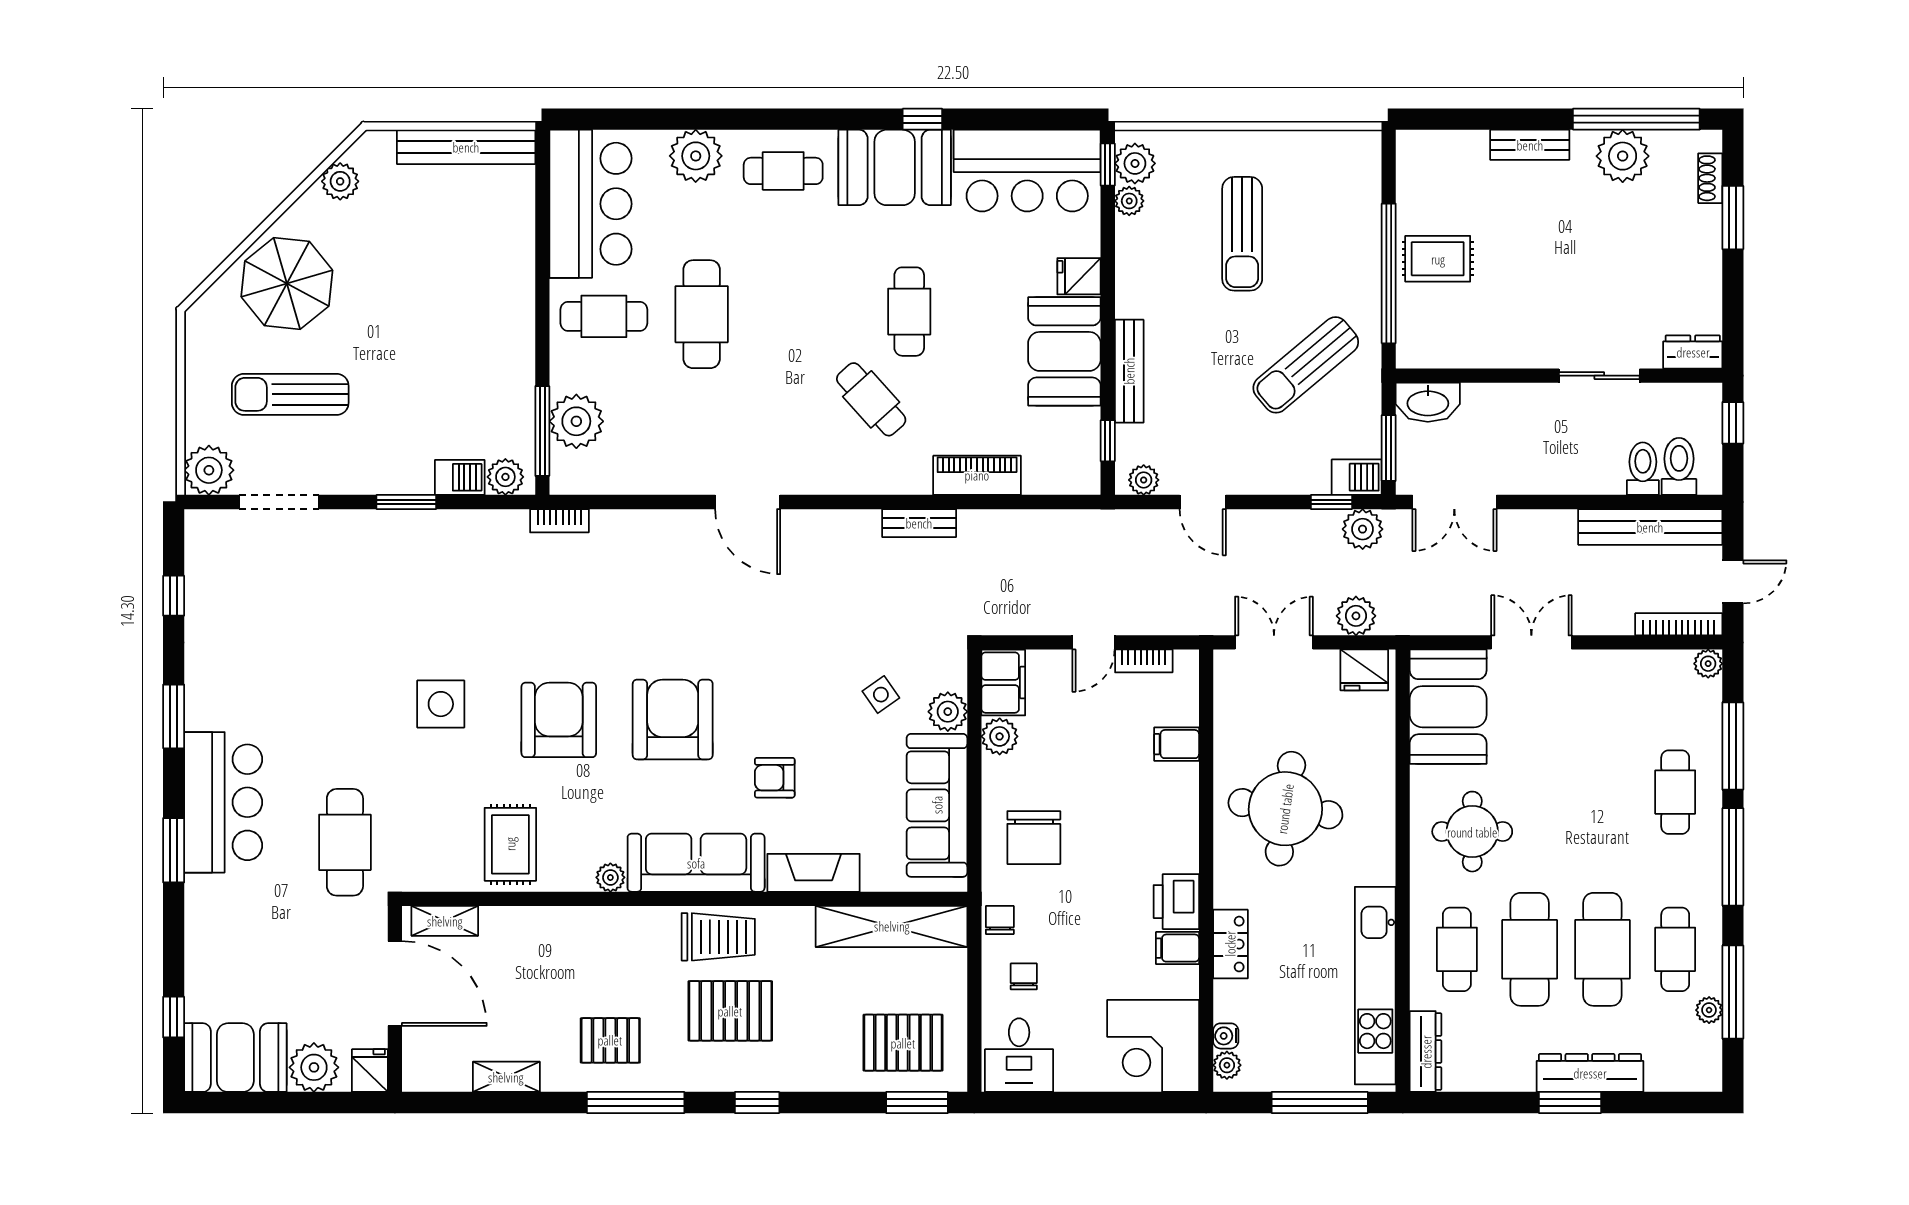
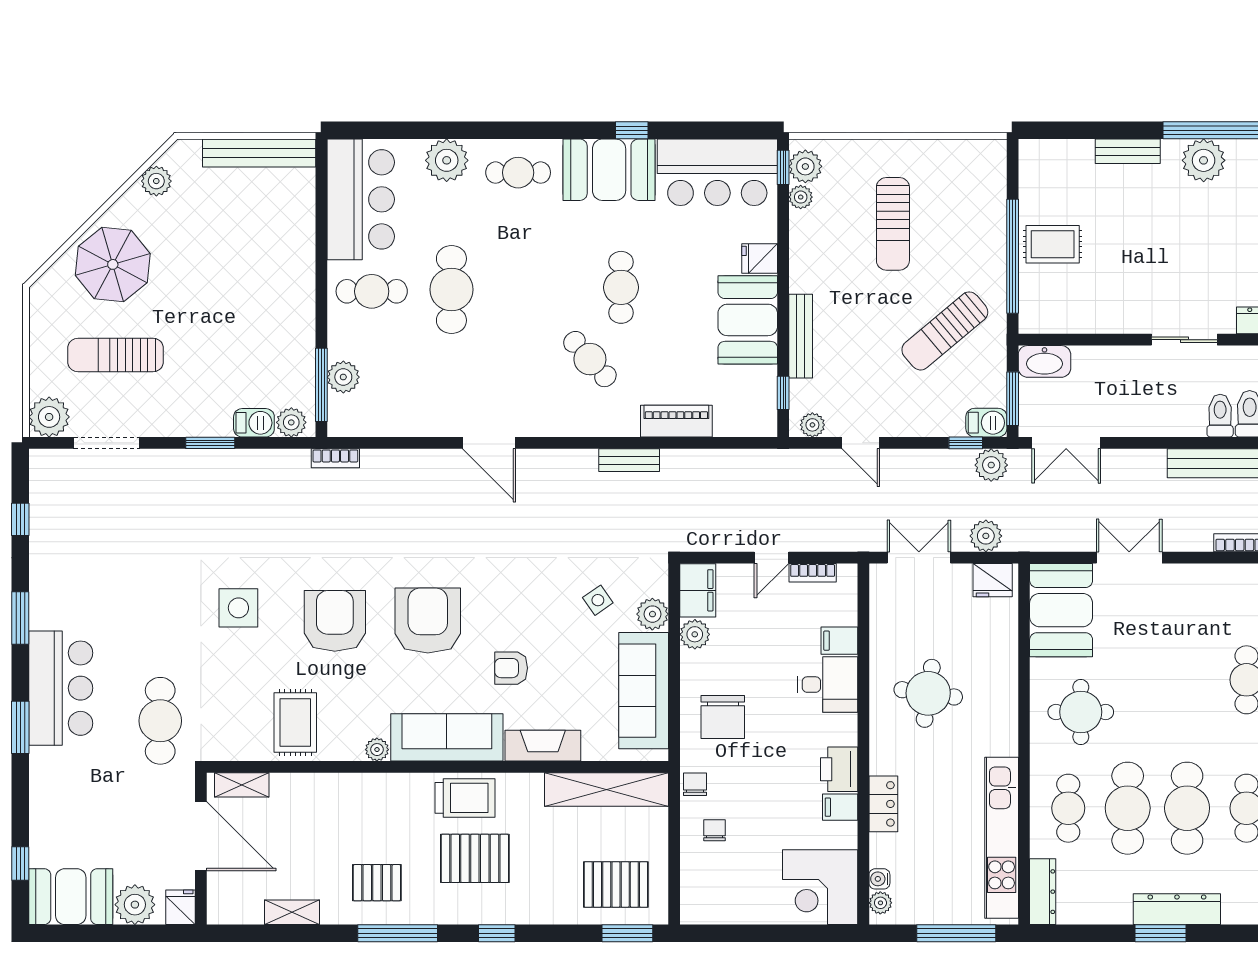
plant: (576, 421) -> (343, 377), width x0.73, depth x0.73
round table: (1285, 809) -> (928, 693), width x0.73, depth x0.73
desk: (1019, 1055) -> (828, 685), moved, turned -90

